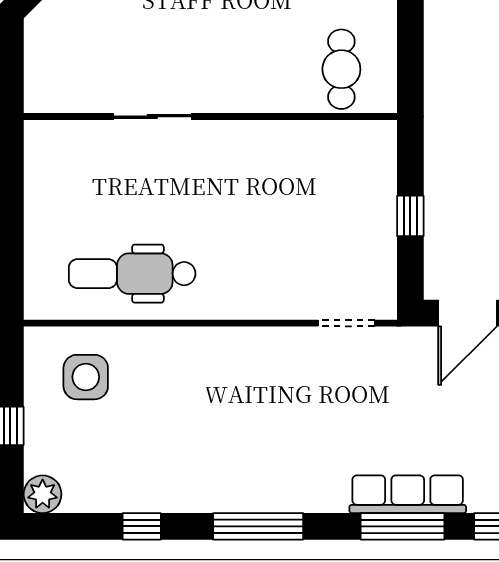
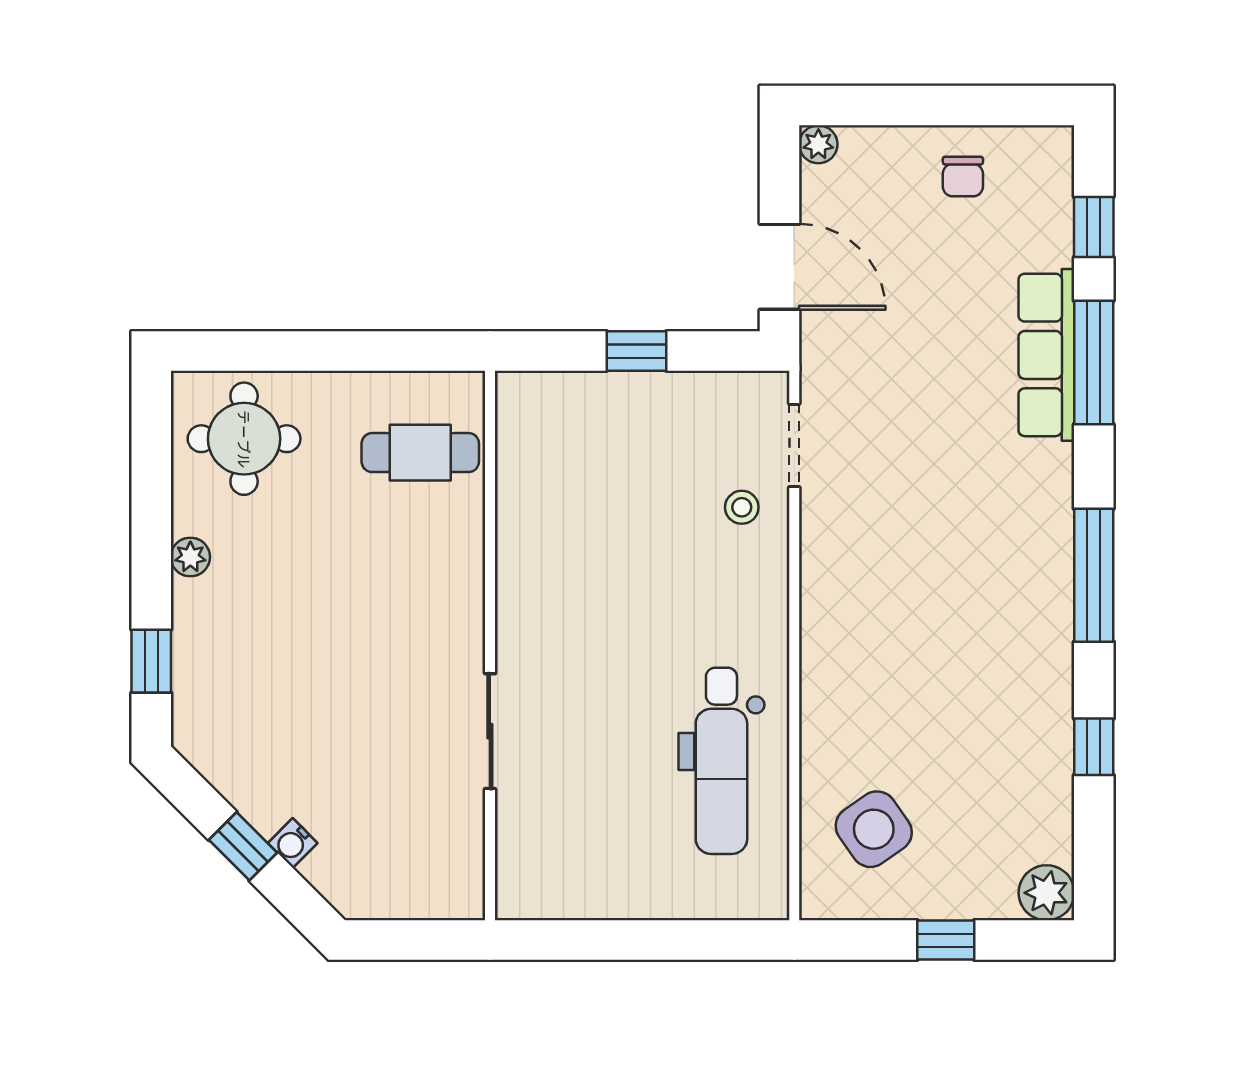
stool: (304, 287) -> (742, 507), added
side table: (86, 377) -> (874, 829), turned -35

